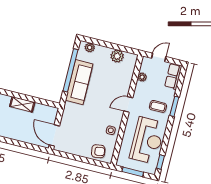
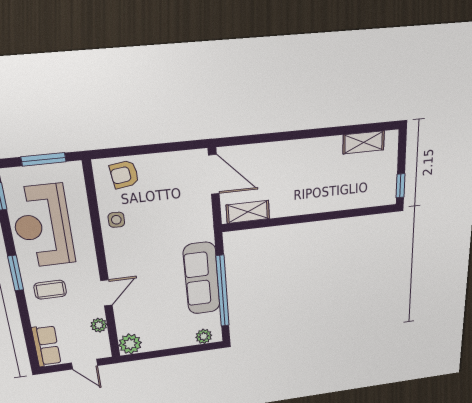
plant: (117, 56) -> (130, 344), moved
door: (159, 57) -> (85, 364), hinge flipped
shelving: (22, 104) -> (248, 212), moved
door: (128, 104) -> (106, 293), moved
window: (174, 106) -> (16, 273), moved

